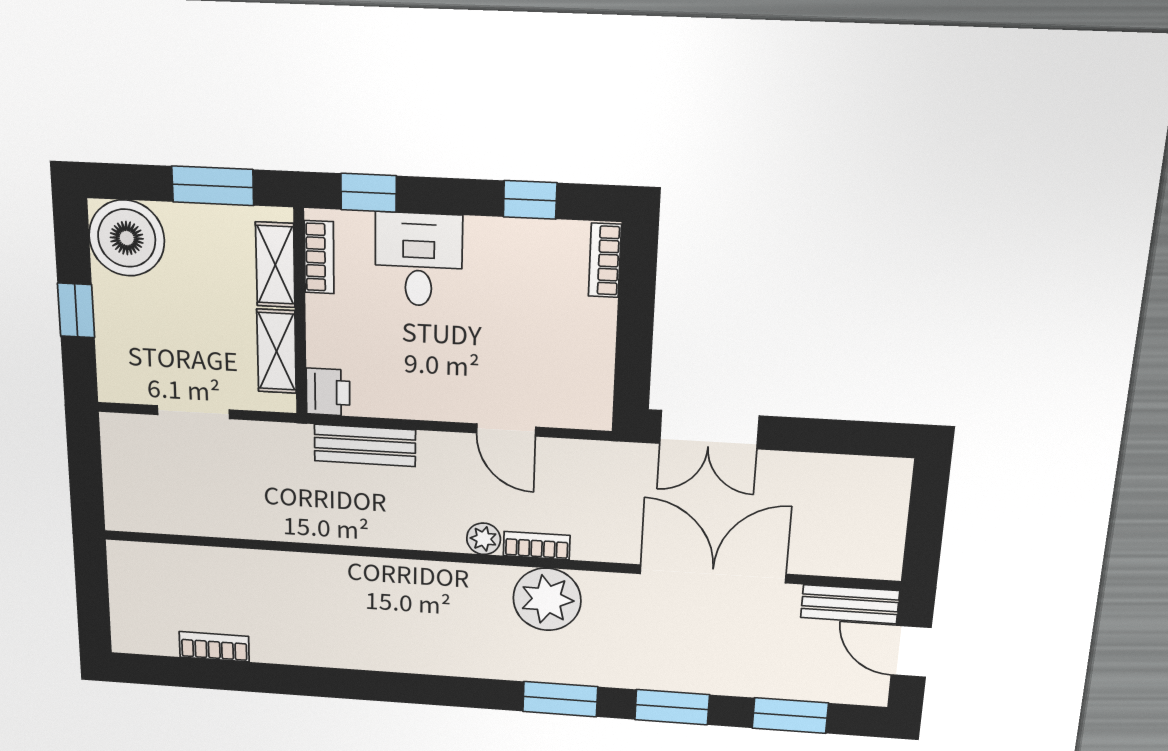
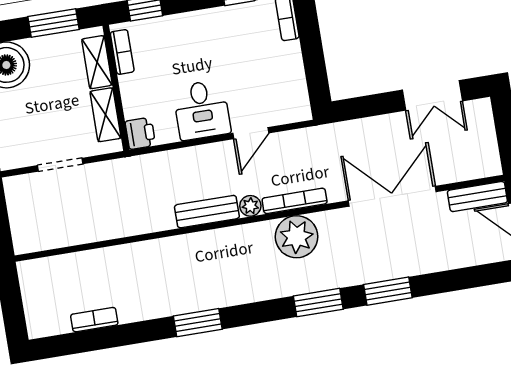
desk: (419, 260) -> (202, 110), moved, turned 180
door: (506, 430) -> (251, 133), hinge flipped
double door: (709, 430) -> (432, 95), moved
bench: (365, 445) -> (207, 212), moved
bookcase: (537, 546) -> (295, 201), width x1.56
window: (790, 716) -> (198, 323), moved

